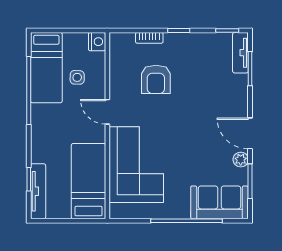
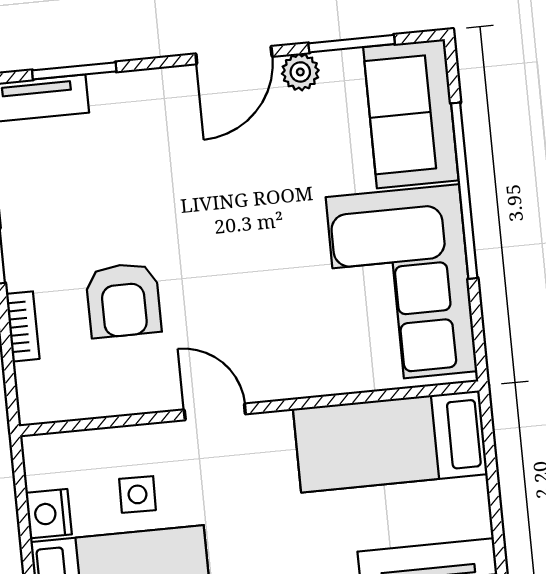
nightstand: (97, 42) -> (49, 514), moved, turned -90
armchair: (156, 79) -> (123, 300), turned 90
door: (107, 112) -> (215, 412), swing flipped
corner sofa: (136, 165) -> (401, 284), moved, turned -90

